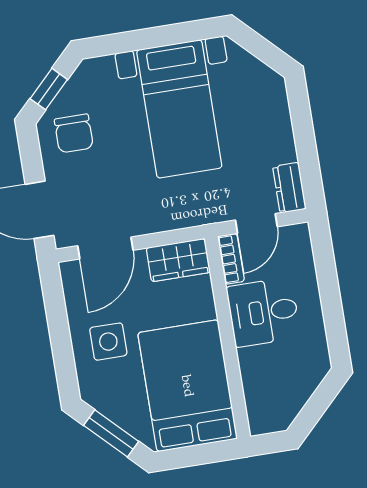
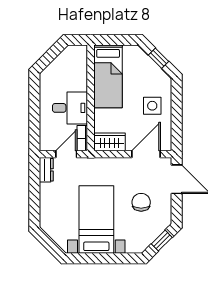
chair: (74, 133) -> (141, 202), moved
bed: (188, 386) -> (108, 76), width x0.67
window: (111, 433) -> (158, 58), width x0.67

